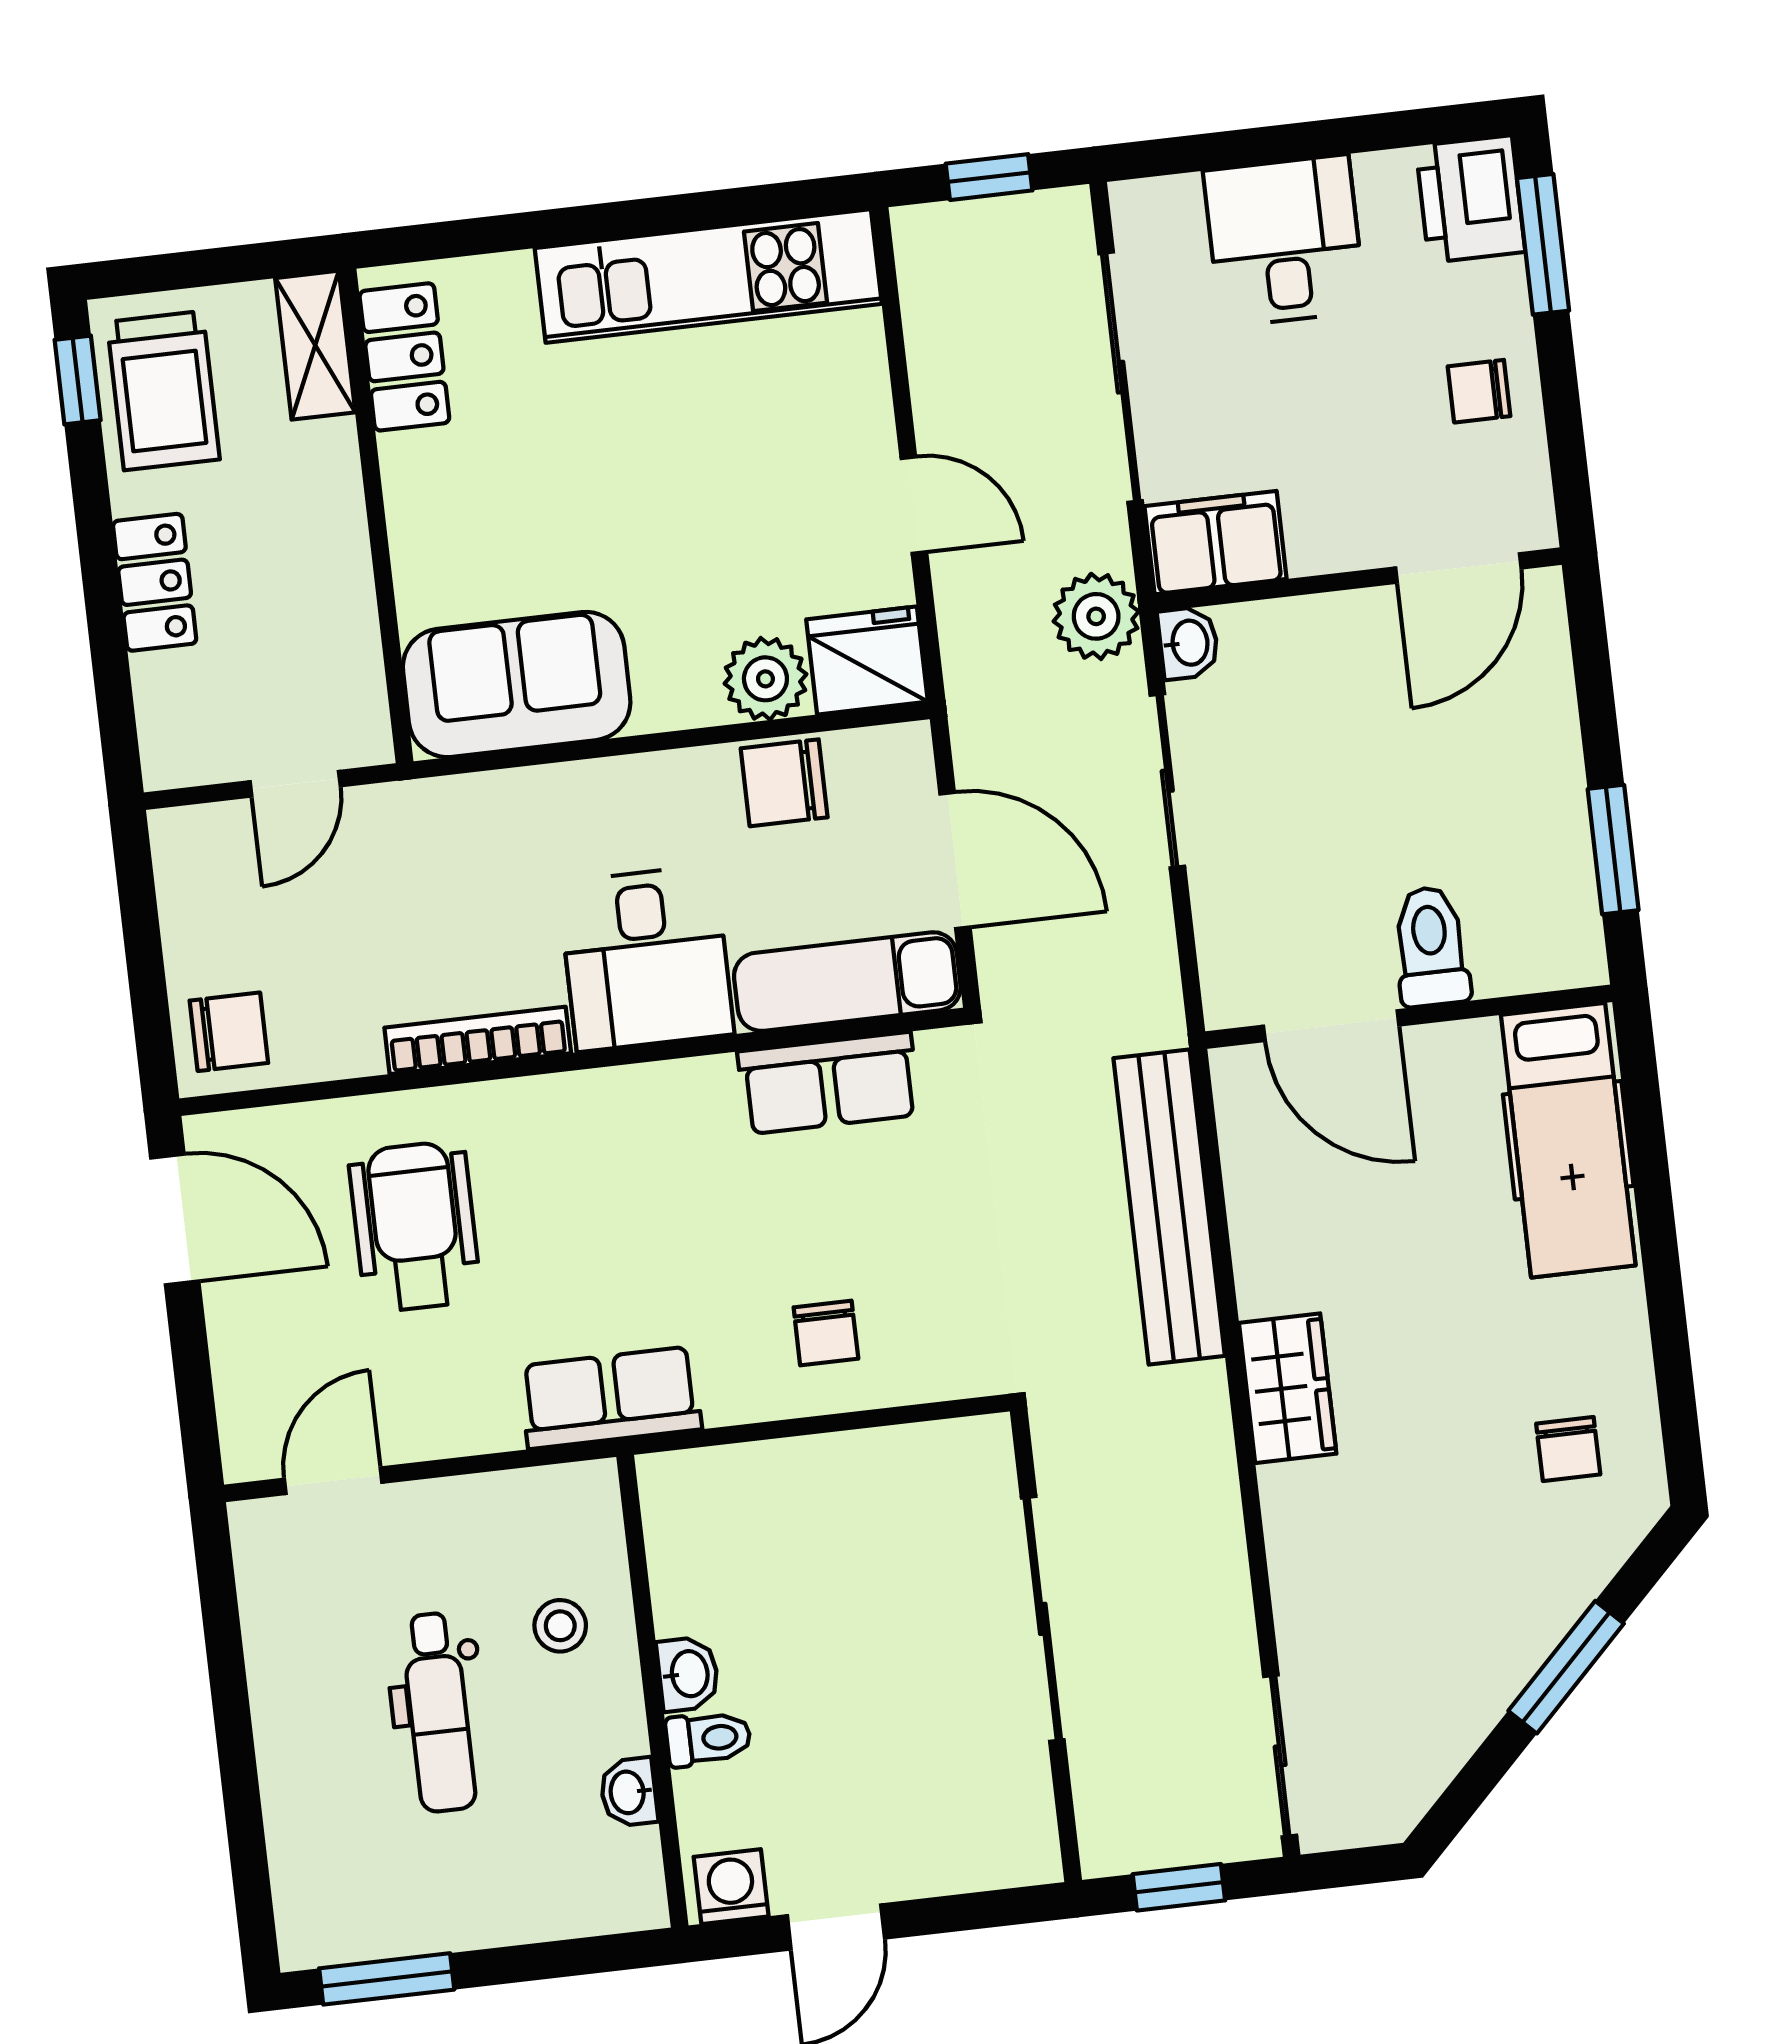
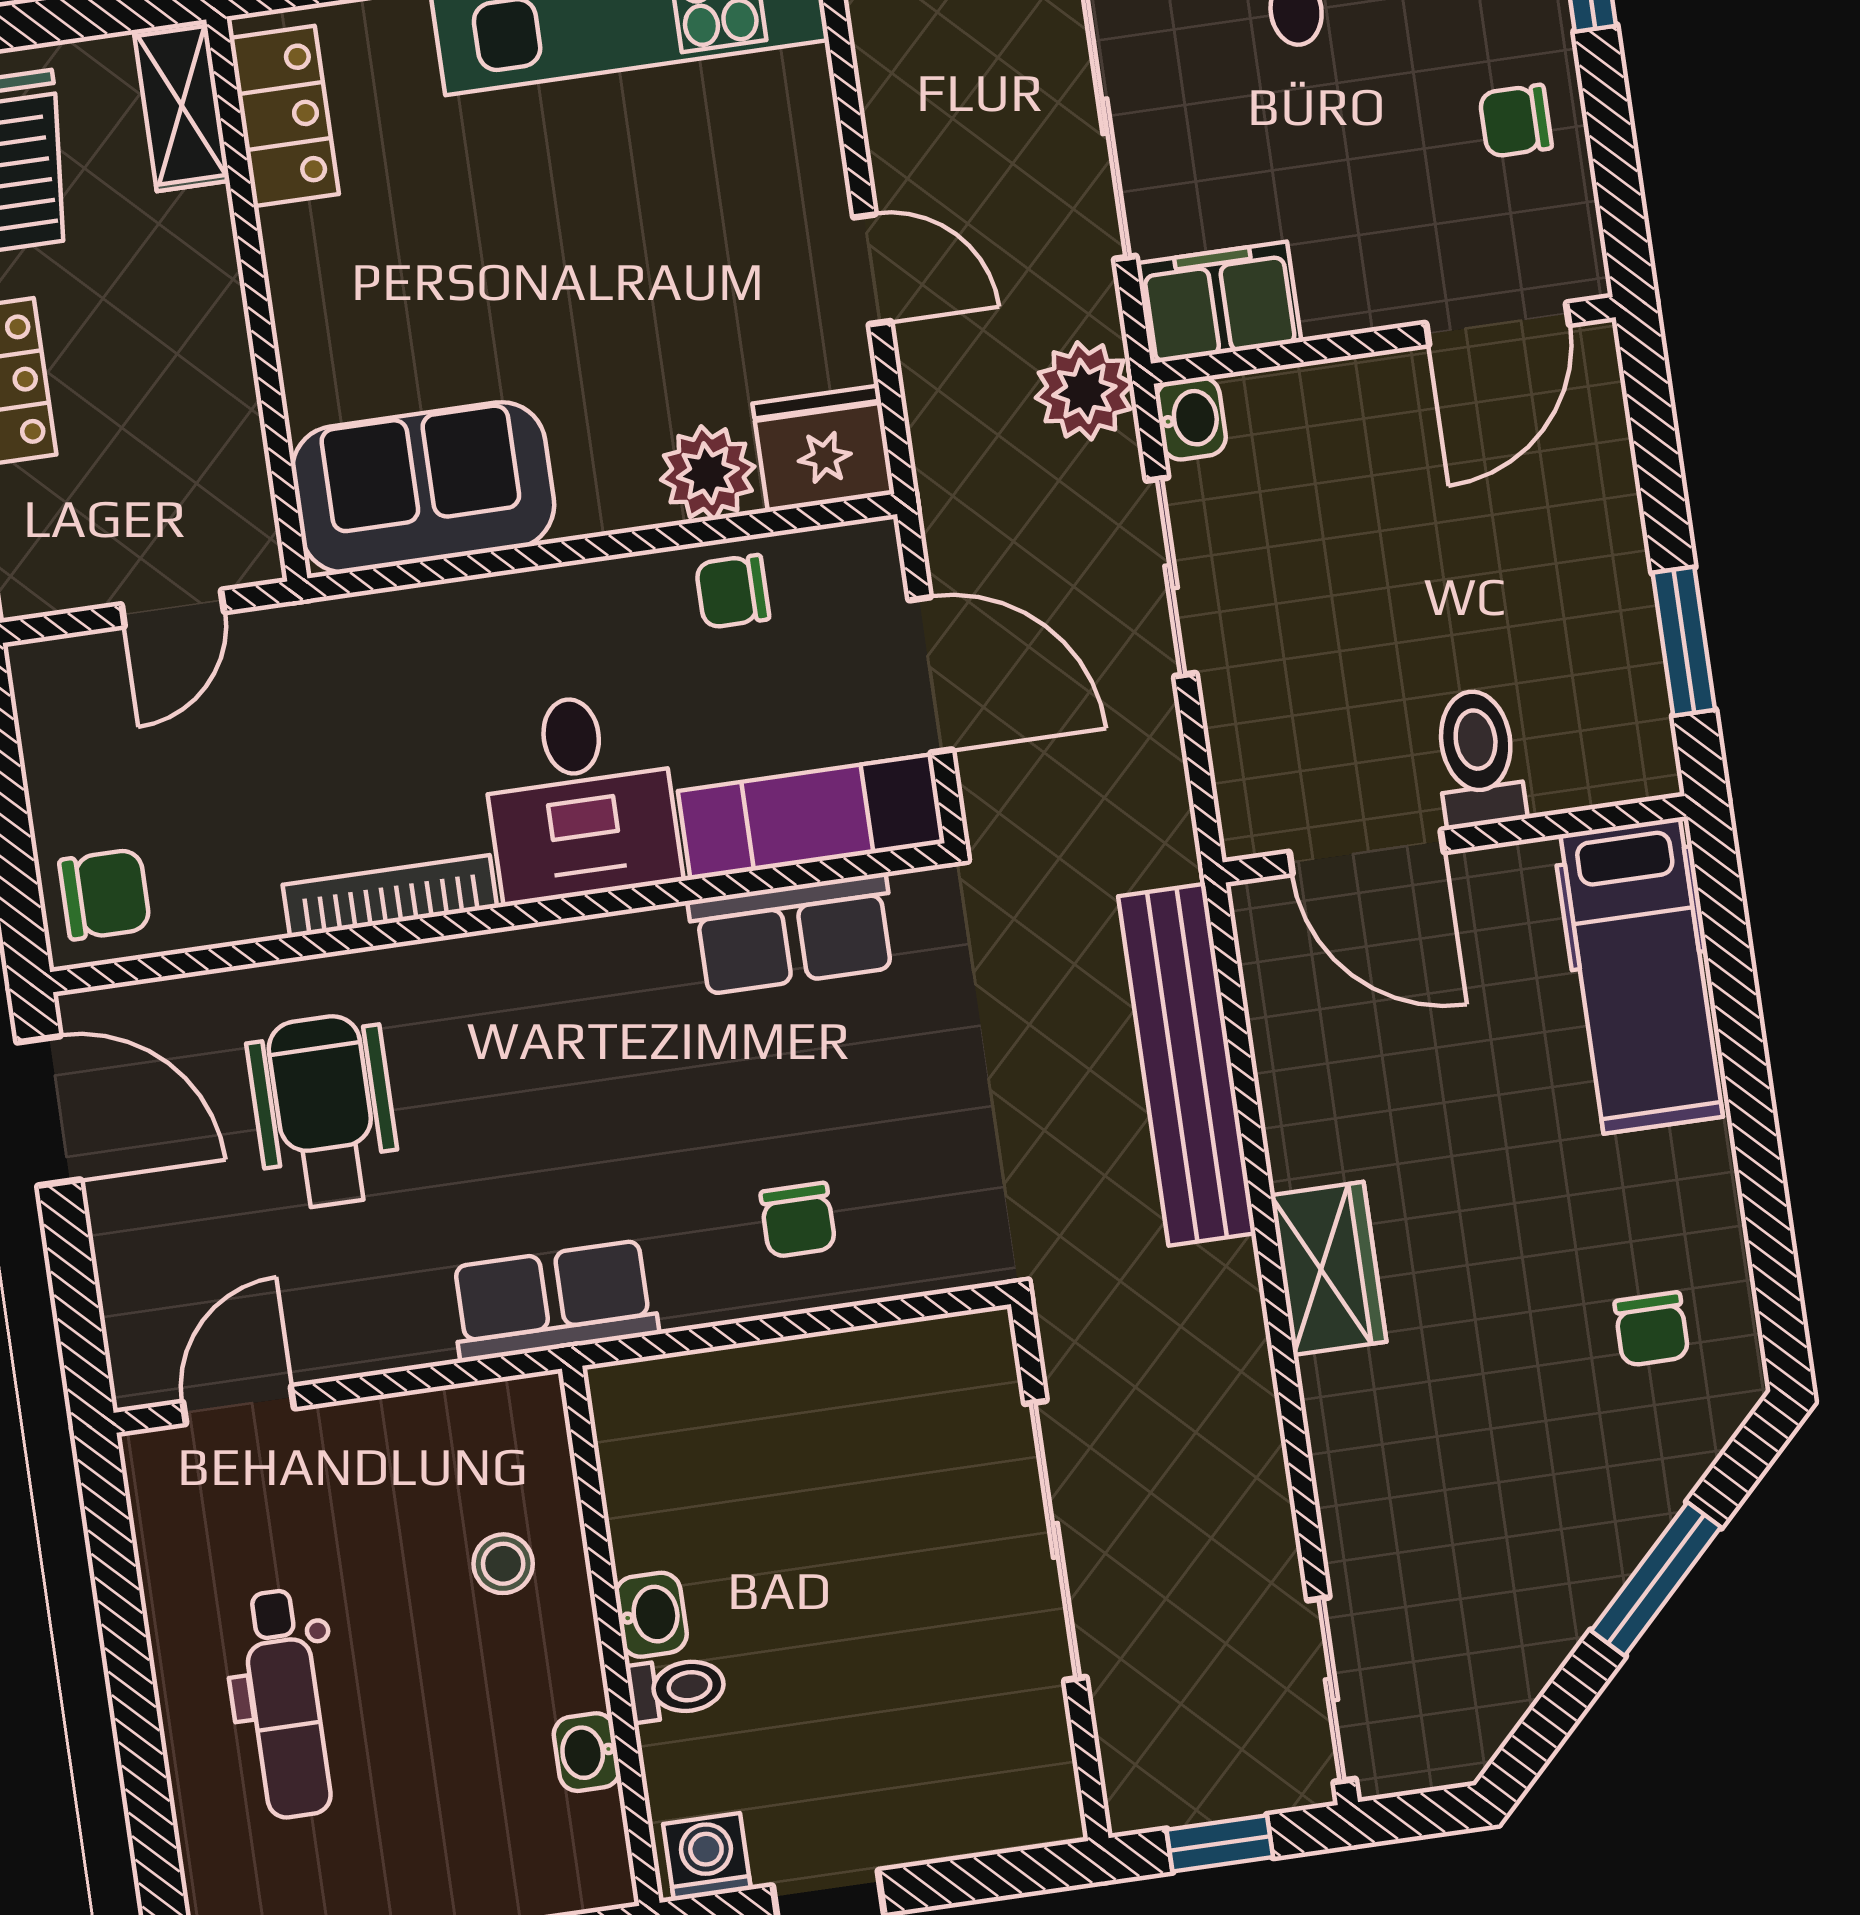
chair: (784, 783) -> (733, 591), width x0.73, depth x0.73
dental chair: (438, 1712) -> (286, 1704), moved

